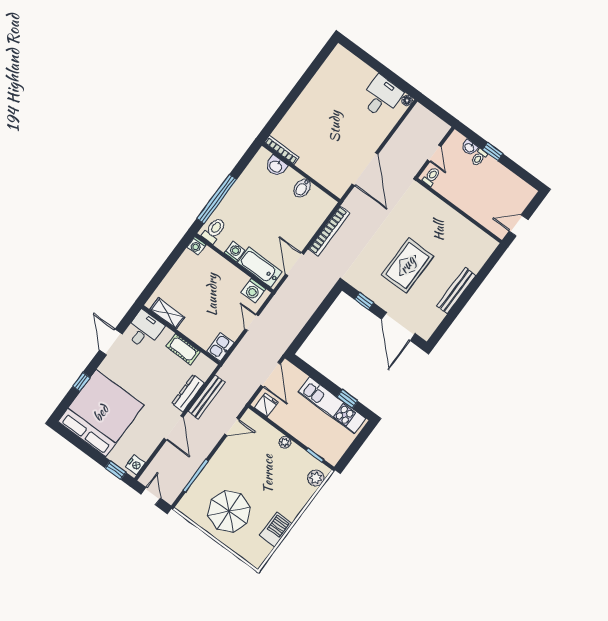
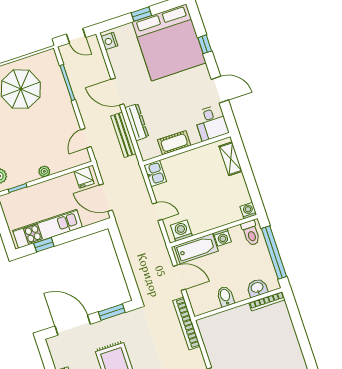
bookcase: (282, 150) -> (267, 301), moved
washbasin: (276, 166) -> (257, 288), moved
wall: (301, 172) -> (238, 304), moved
bidet: (302, 188) -> (225, 296), moved
window: (364, 301) -> (112, 312), width x1.50
shelving: (167, 313) -> (231, 159), moved, turned 90
window: (116, 470) -> (141, 14), moved

